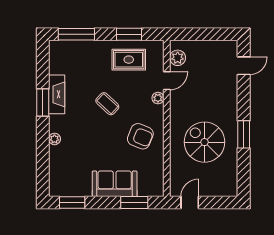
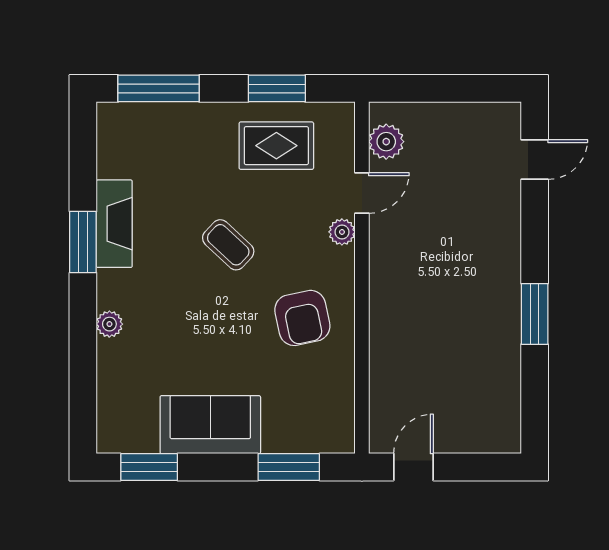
armchair: (140, 136) -> (302, 318), turned 56
spiral stairs: (205, 142) -> (447, 331), removed
sofa: (115, 184) -> (210, 425), moved

